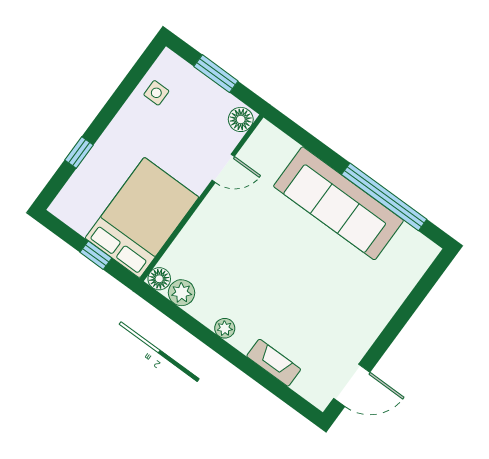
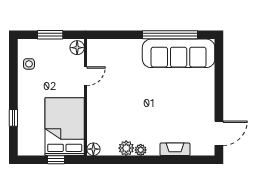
sofa: (338, 203) -> (179, 53), moved
plant: (182, 293) -> (126, 148), moved

